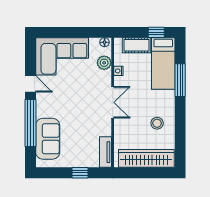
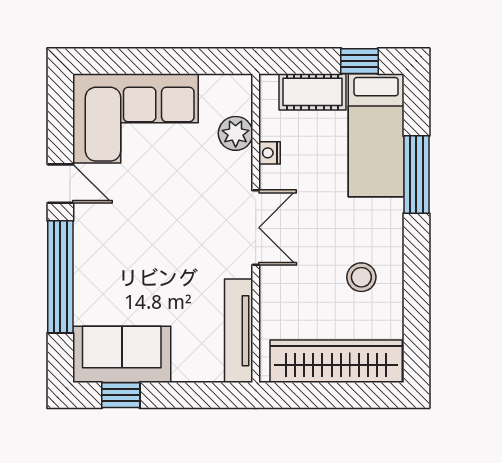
floor lamp: (105, 42) -> (236, 85), removed
sofa: (48, 139) -> (122, 354), moved, turned -90
tv unit: (105, 152) -> (239, 331), width x1.41
window: (80, 173) -> (121, 395), moved

